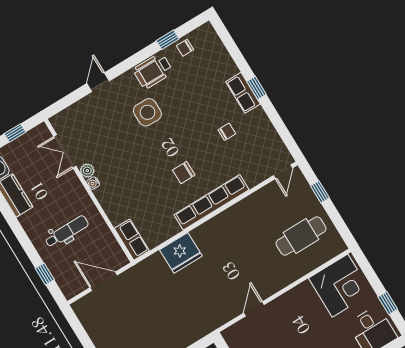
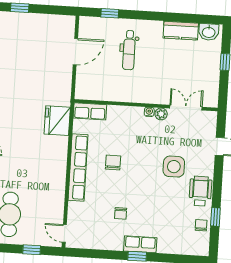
double door: (65, 151) -> (186, 108), moved
plant: (87, 171) -> (161, 114), moved
water cooler: (93, 183) -> (149, 112), moved
wall: (89, 191) -> (146, 105), moved
row of seats: (132, 240) -> (90, 111), moved

